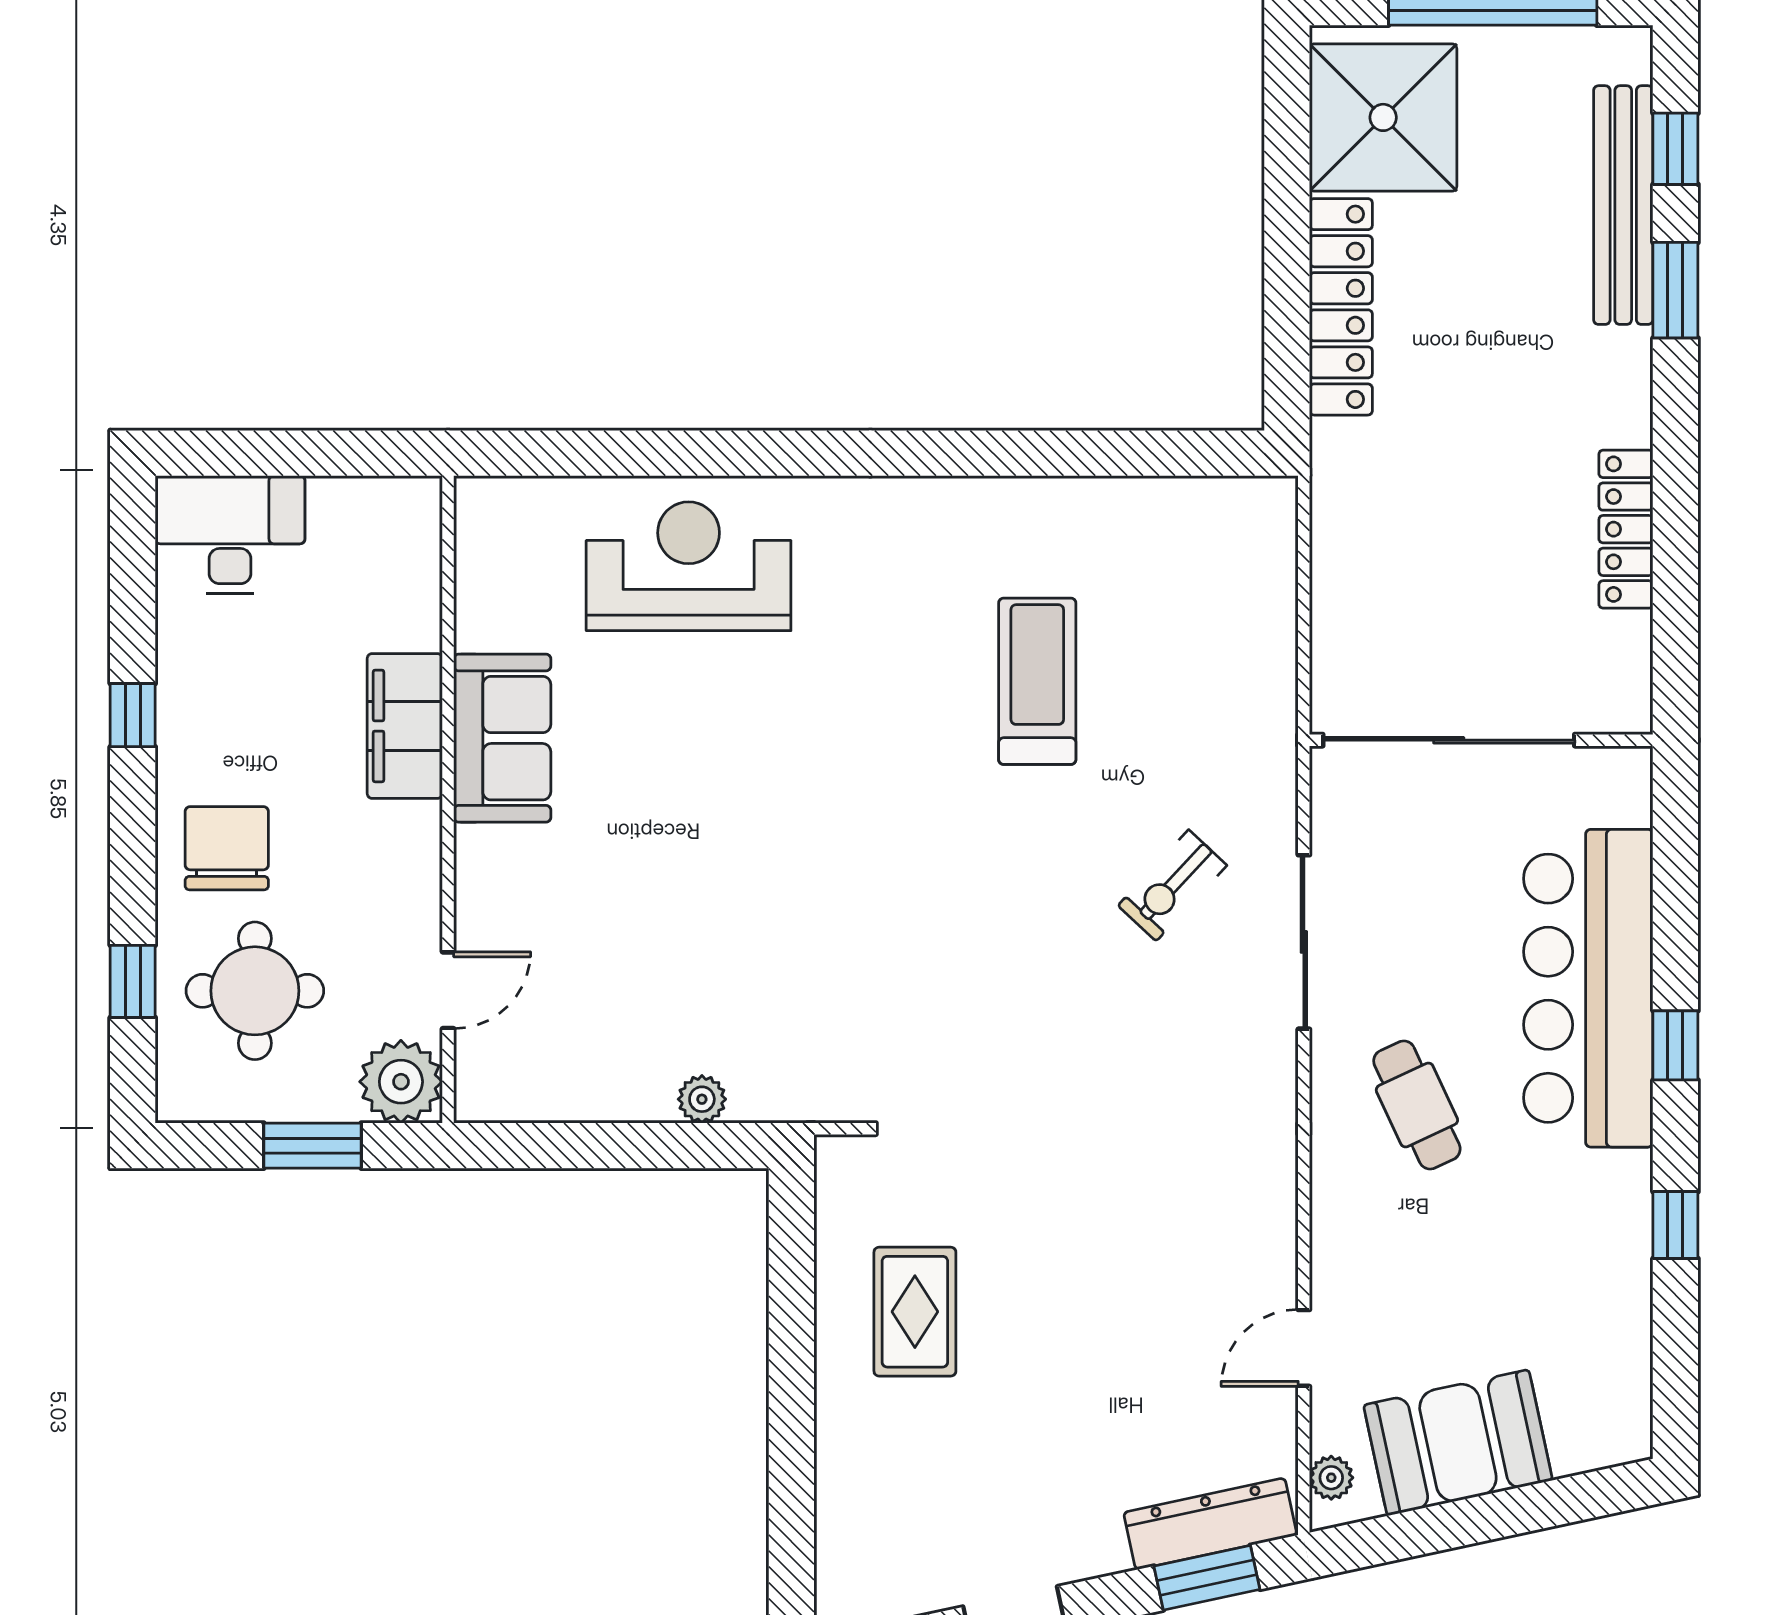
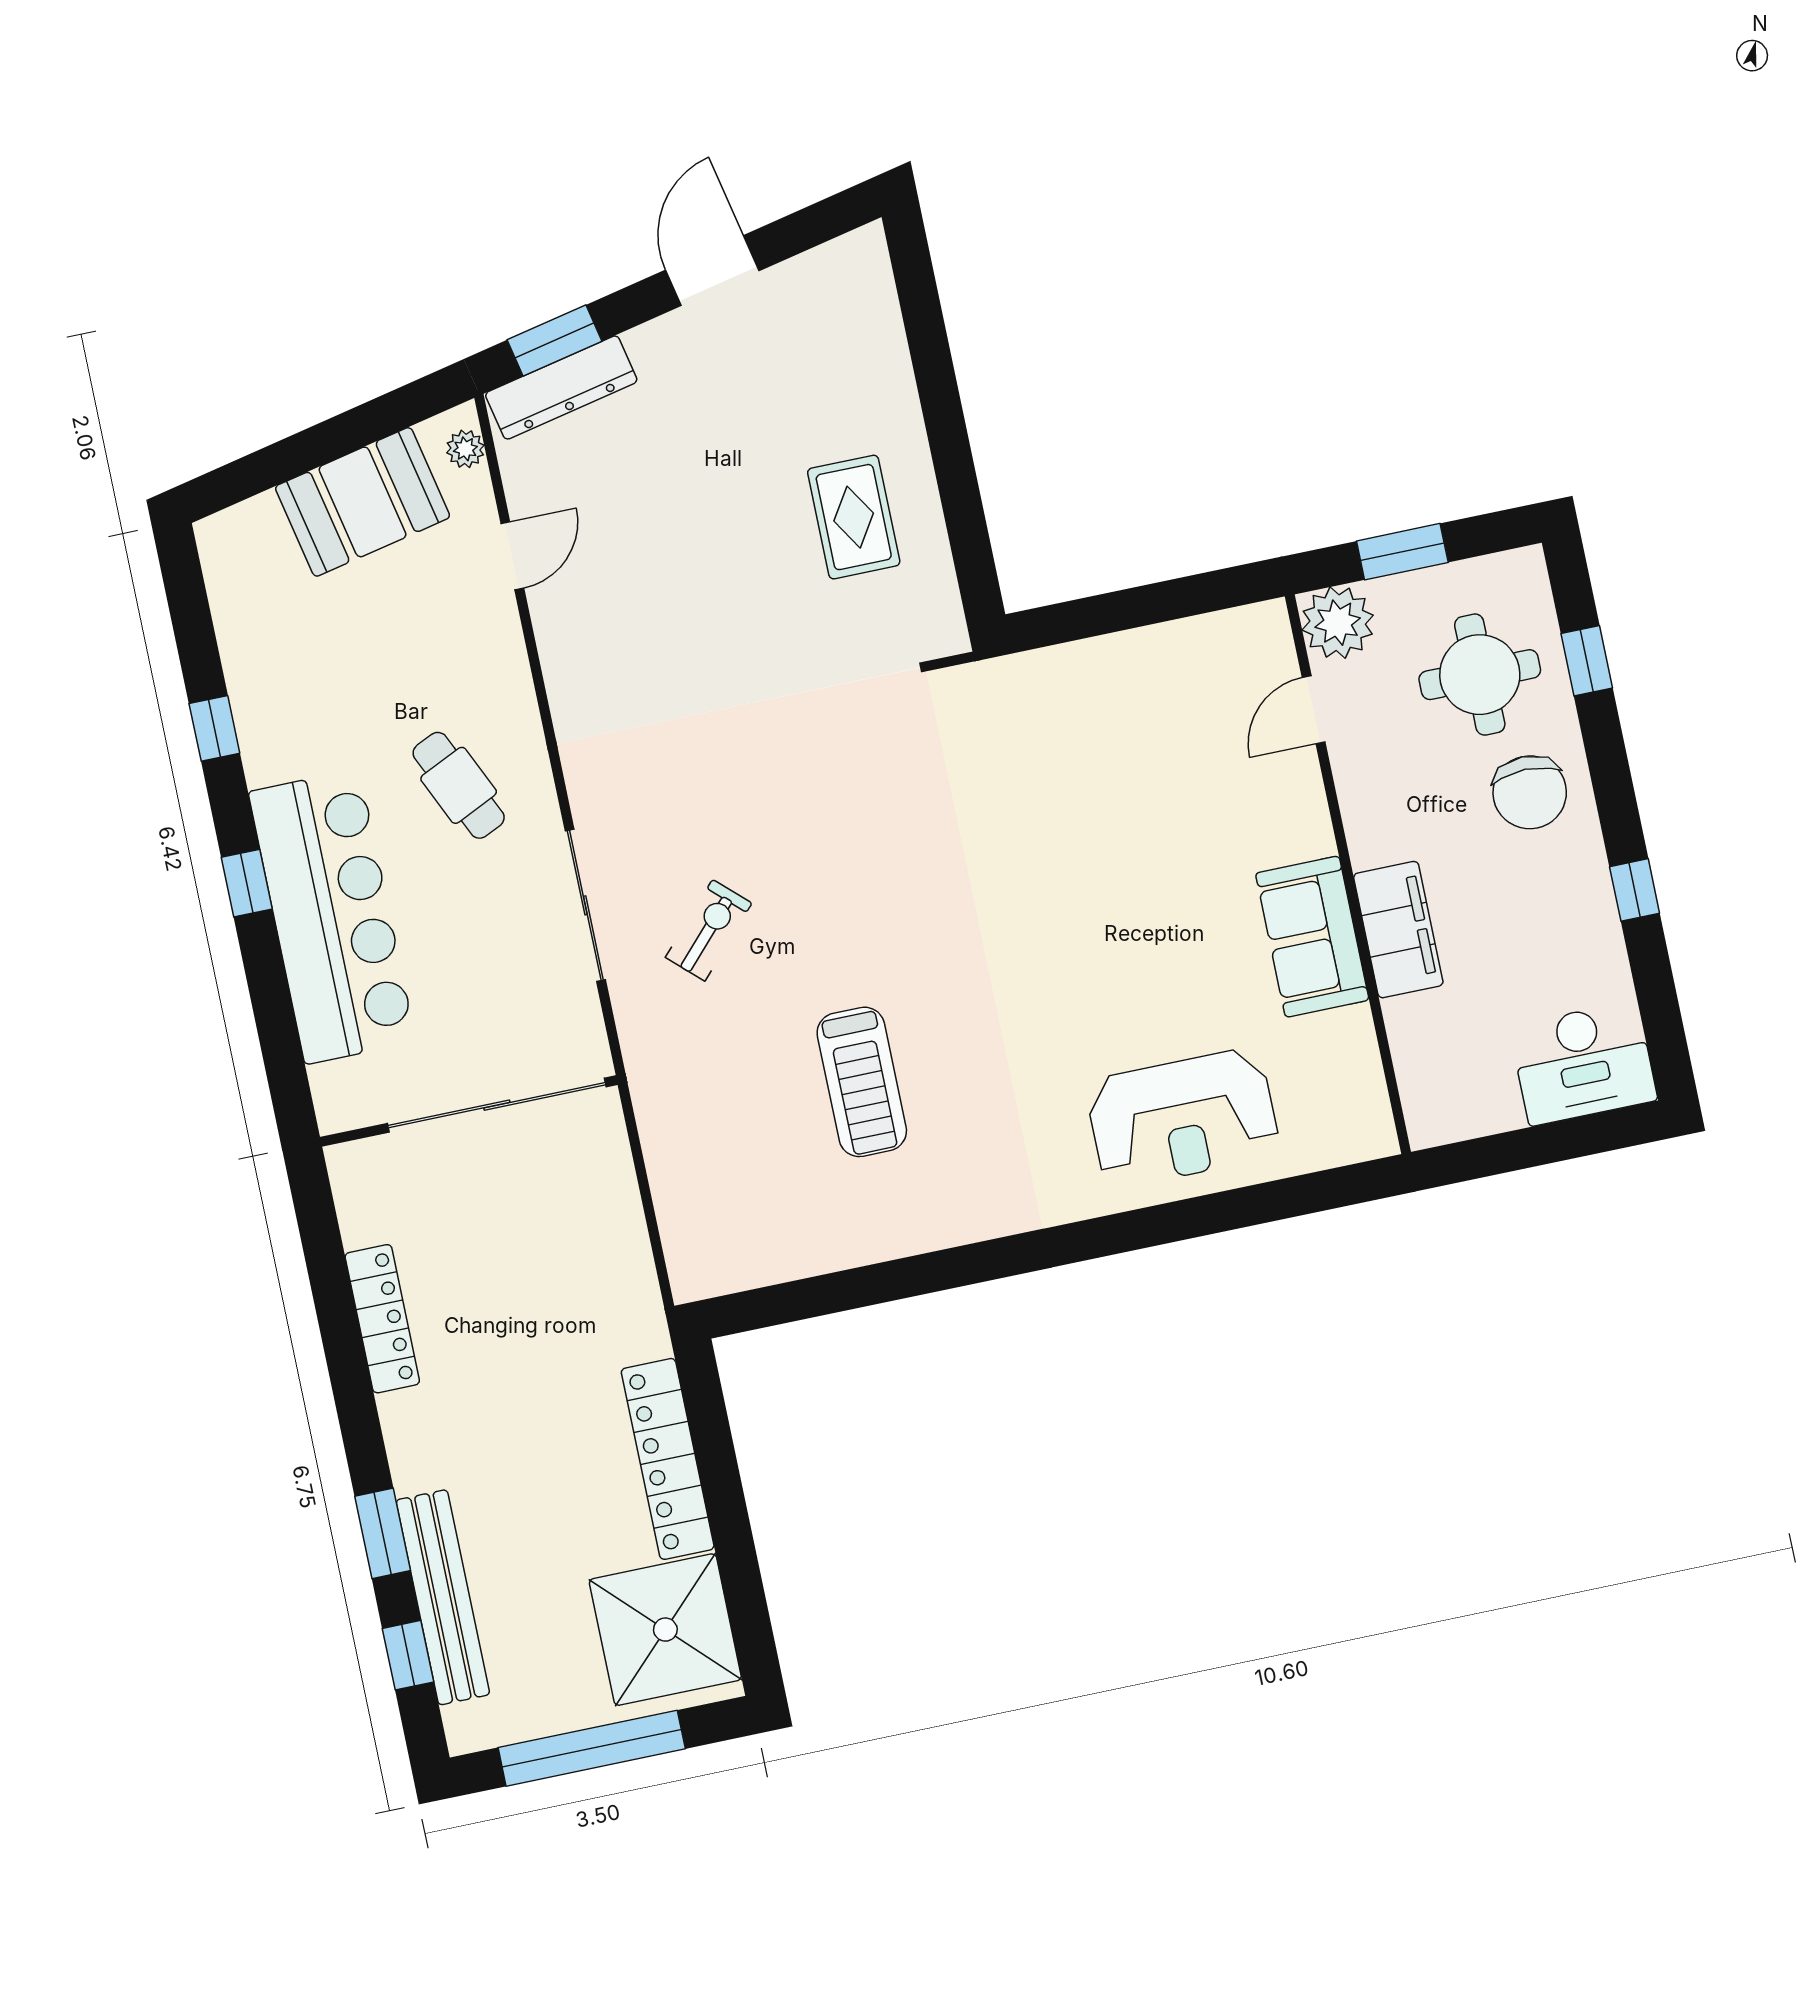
plant: (702, 1099) -> (1075, 662), removed

